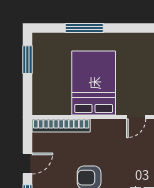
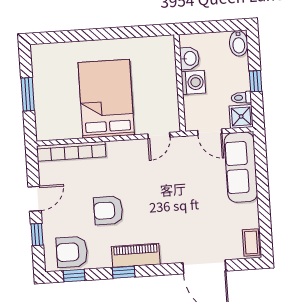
window: (84, 28) -> (91, 35), removed
window: (27, 60) -> (28, 94), moved

